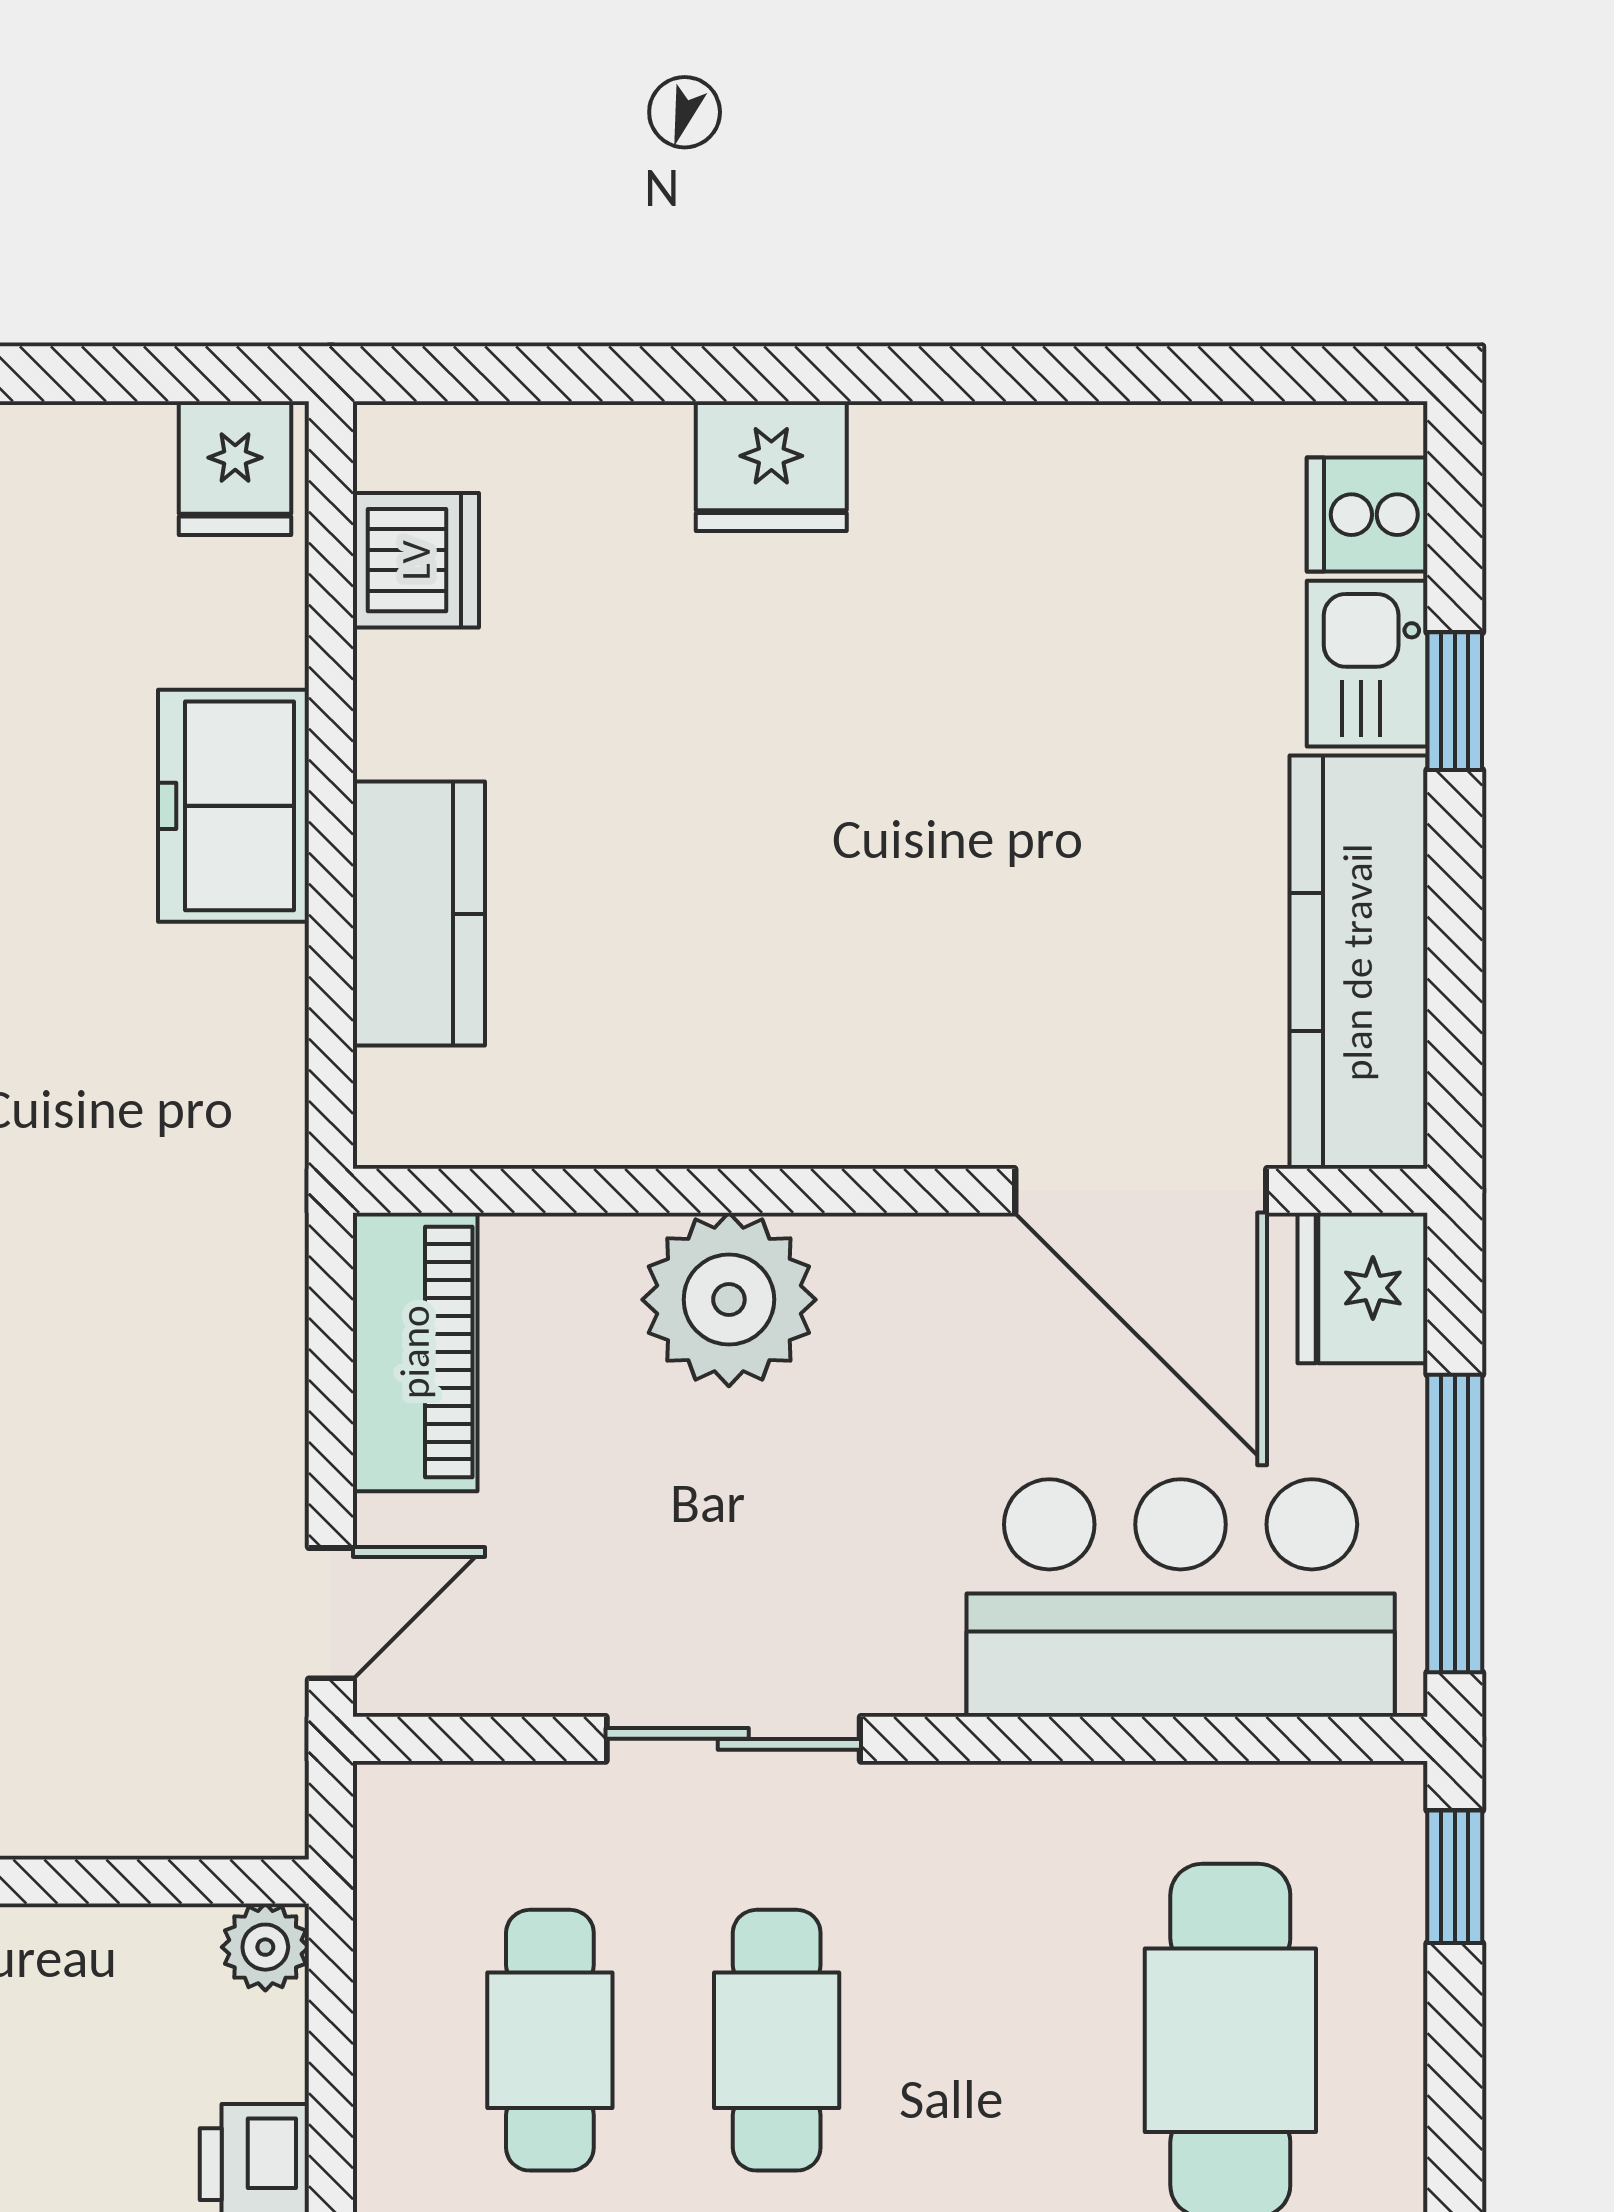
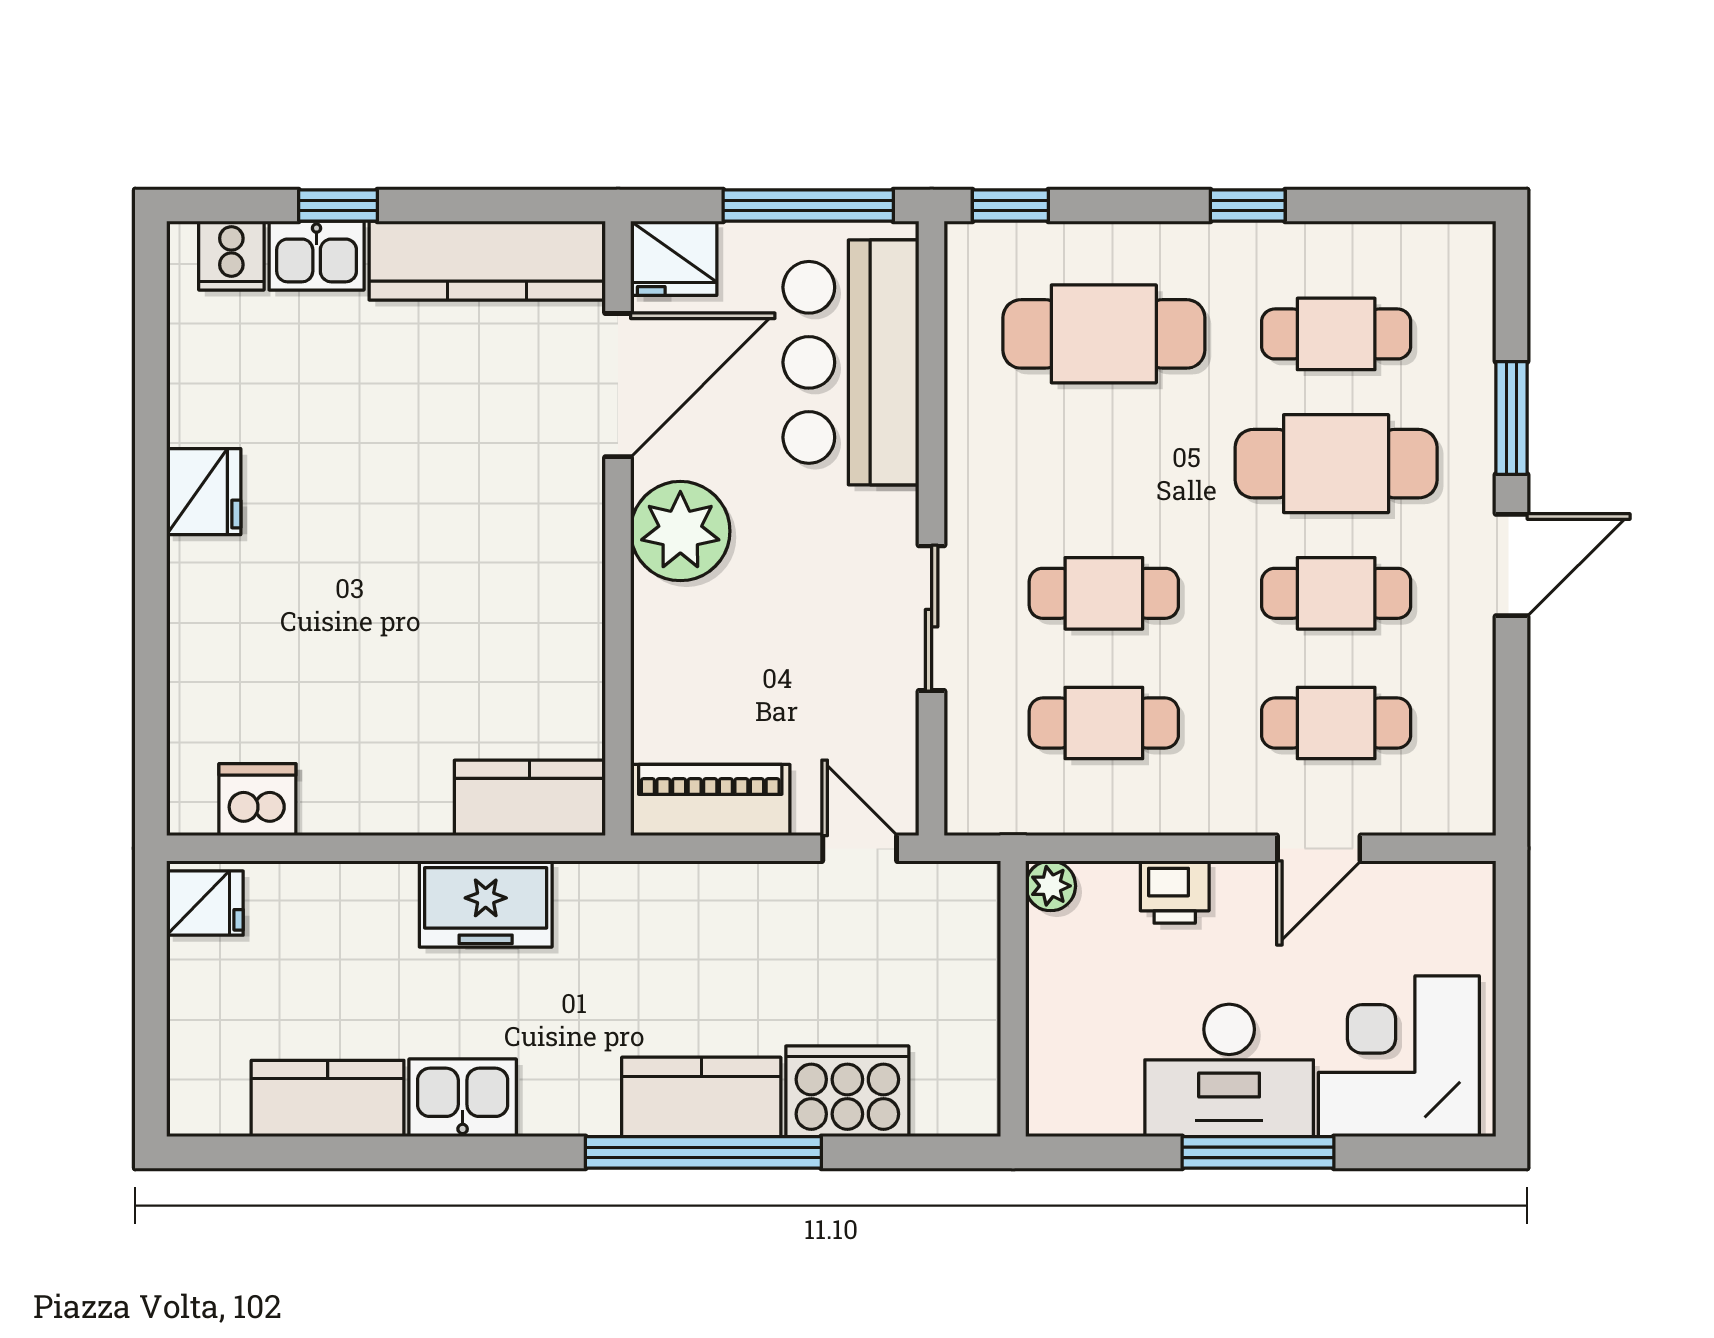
fridge: (771, 466) -> (204, 492), moved
freezer: (234, 806) -> (486, 904), moved
kitchen counter: (419, 914) -> (530, 798), moved
plant: (729, 1300) -> (680, 531), moved

